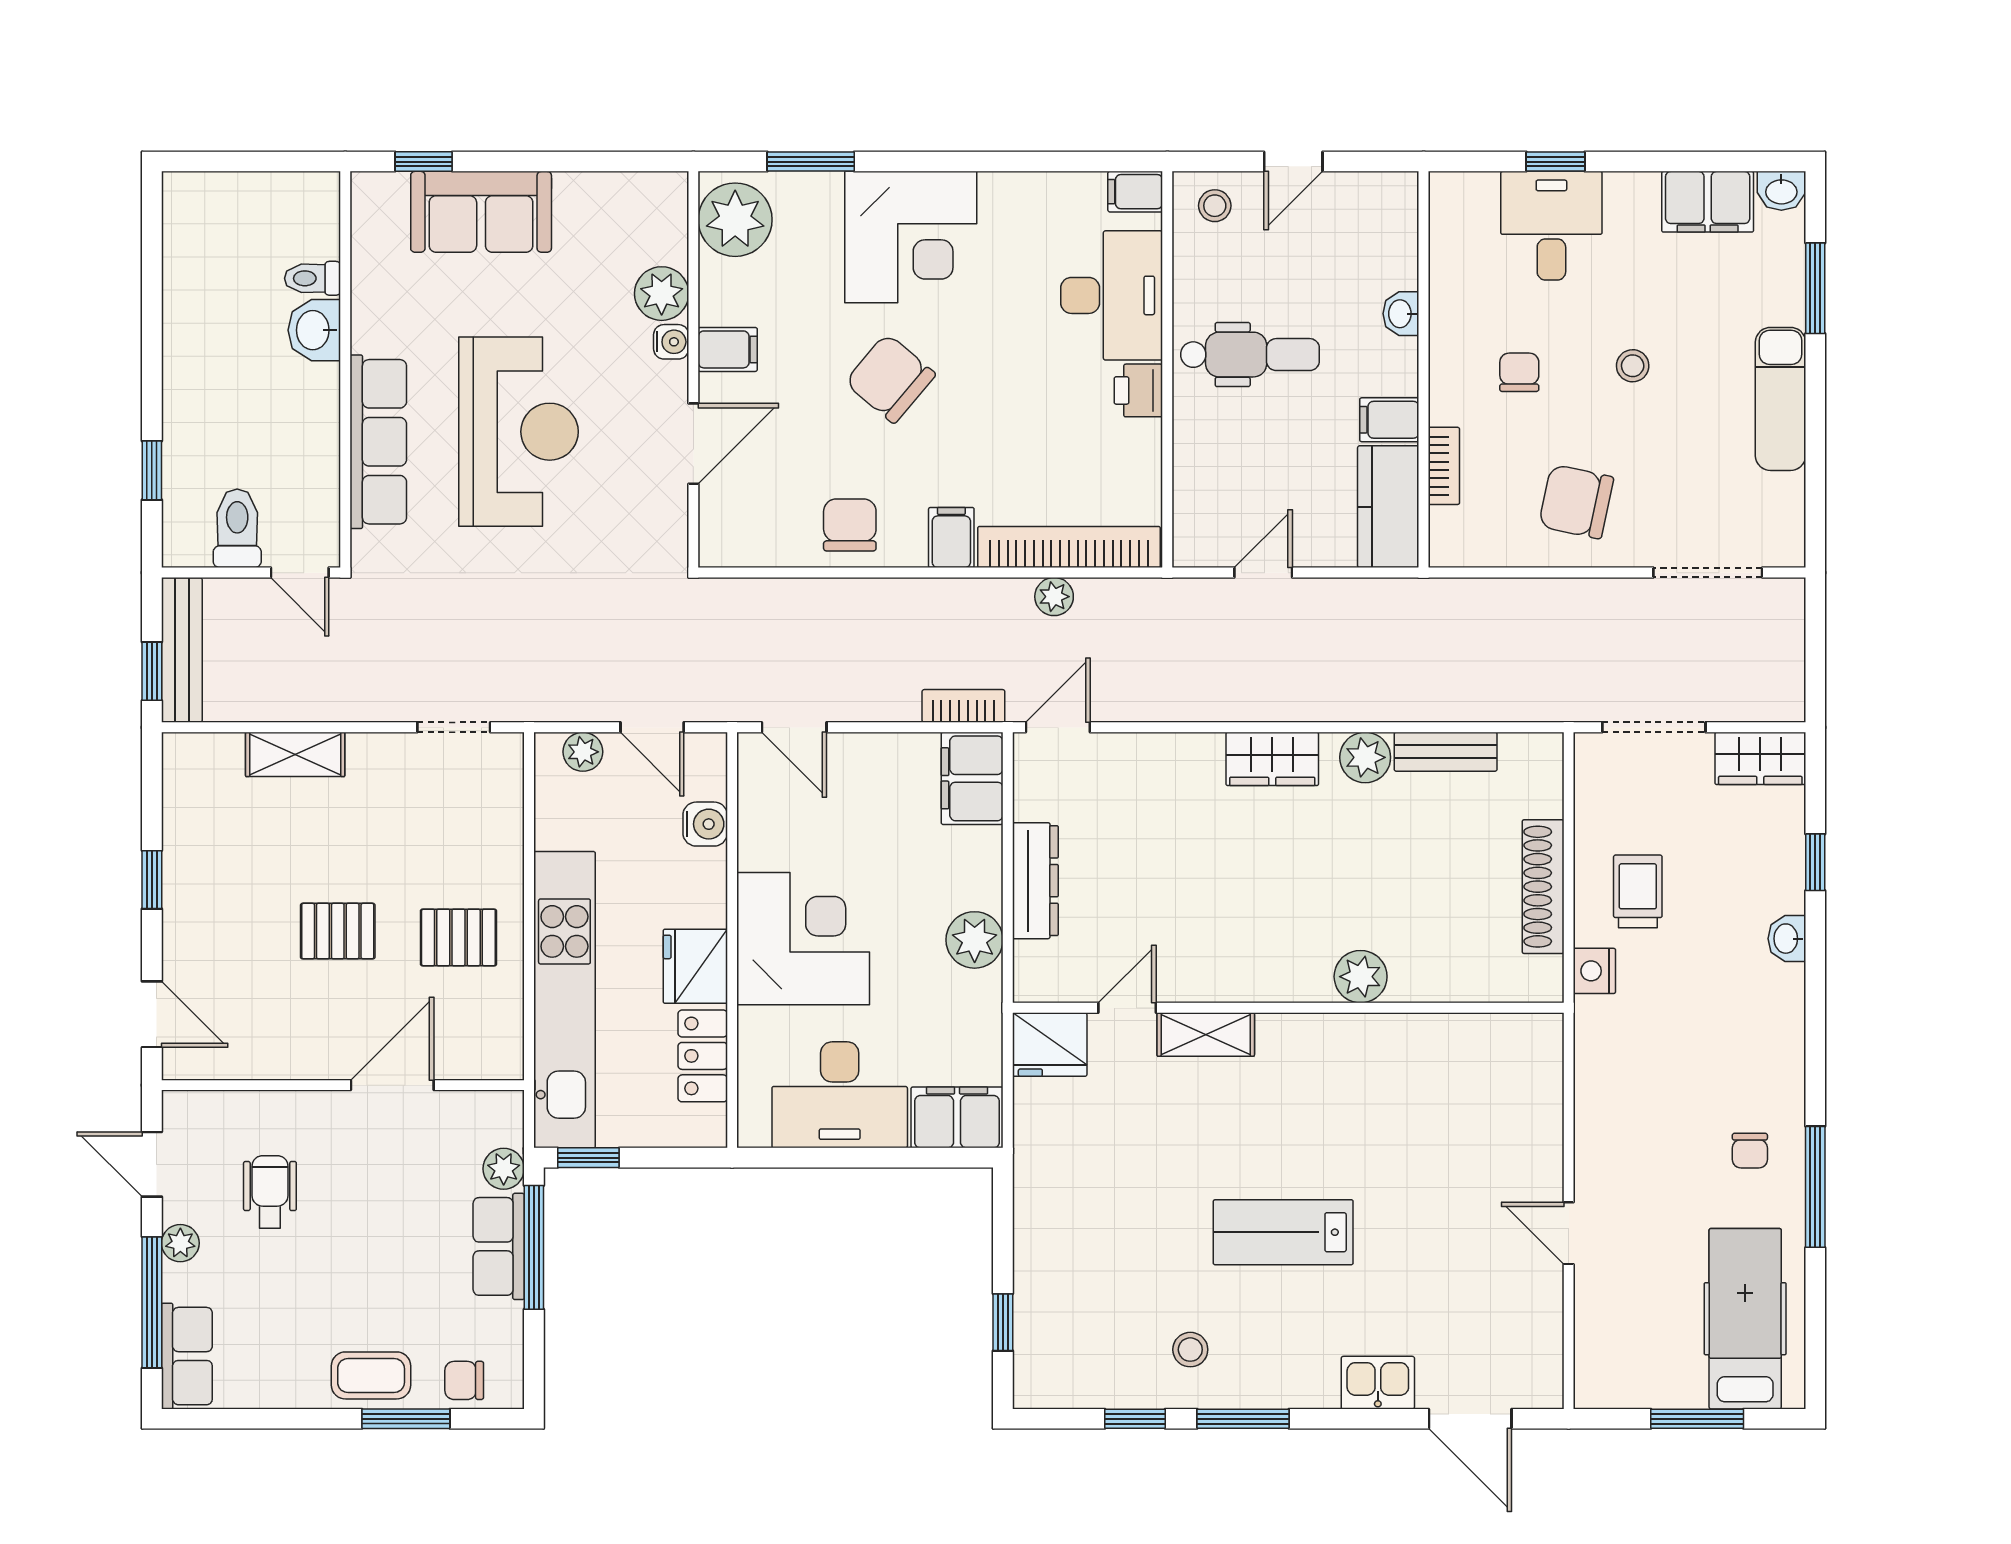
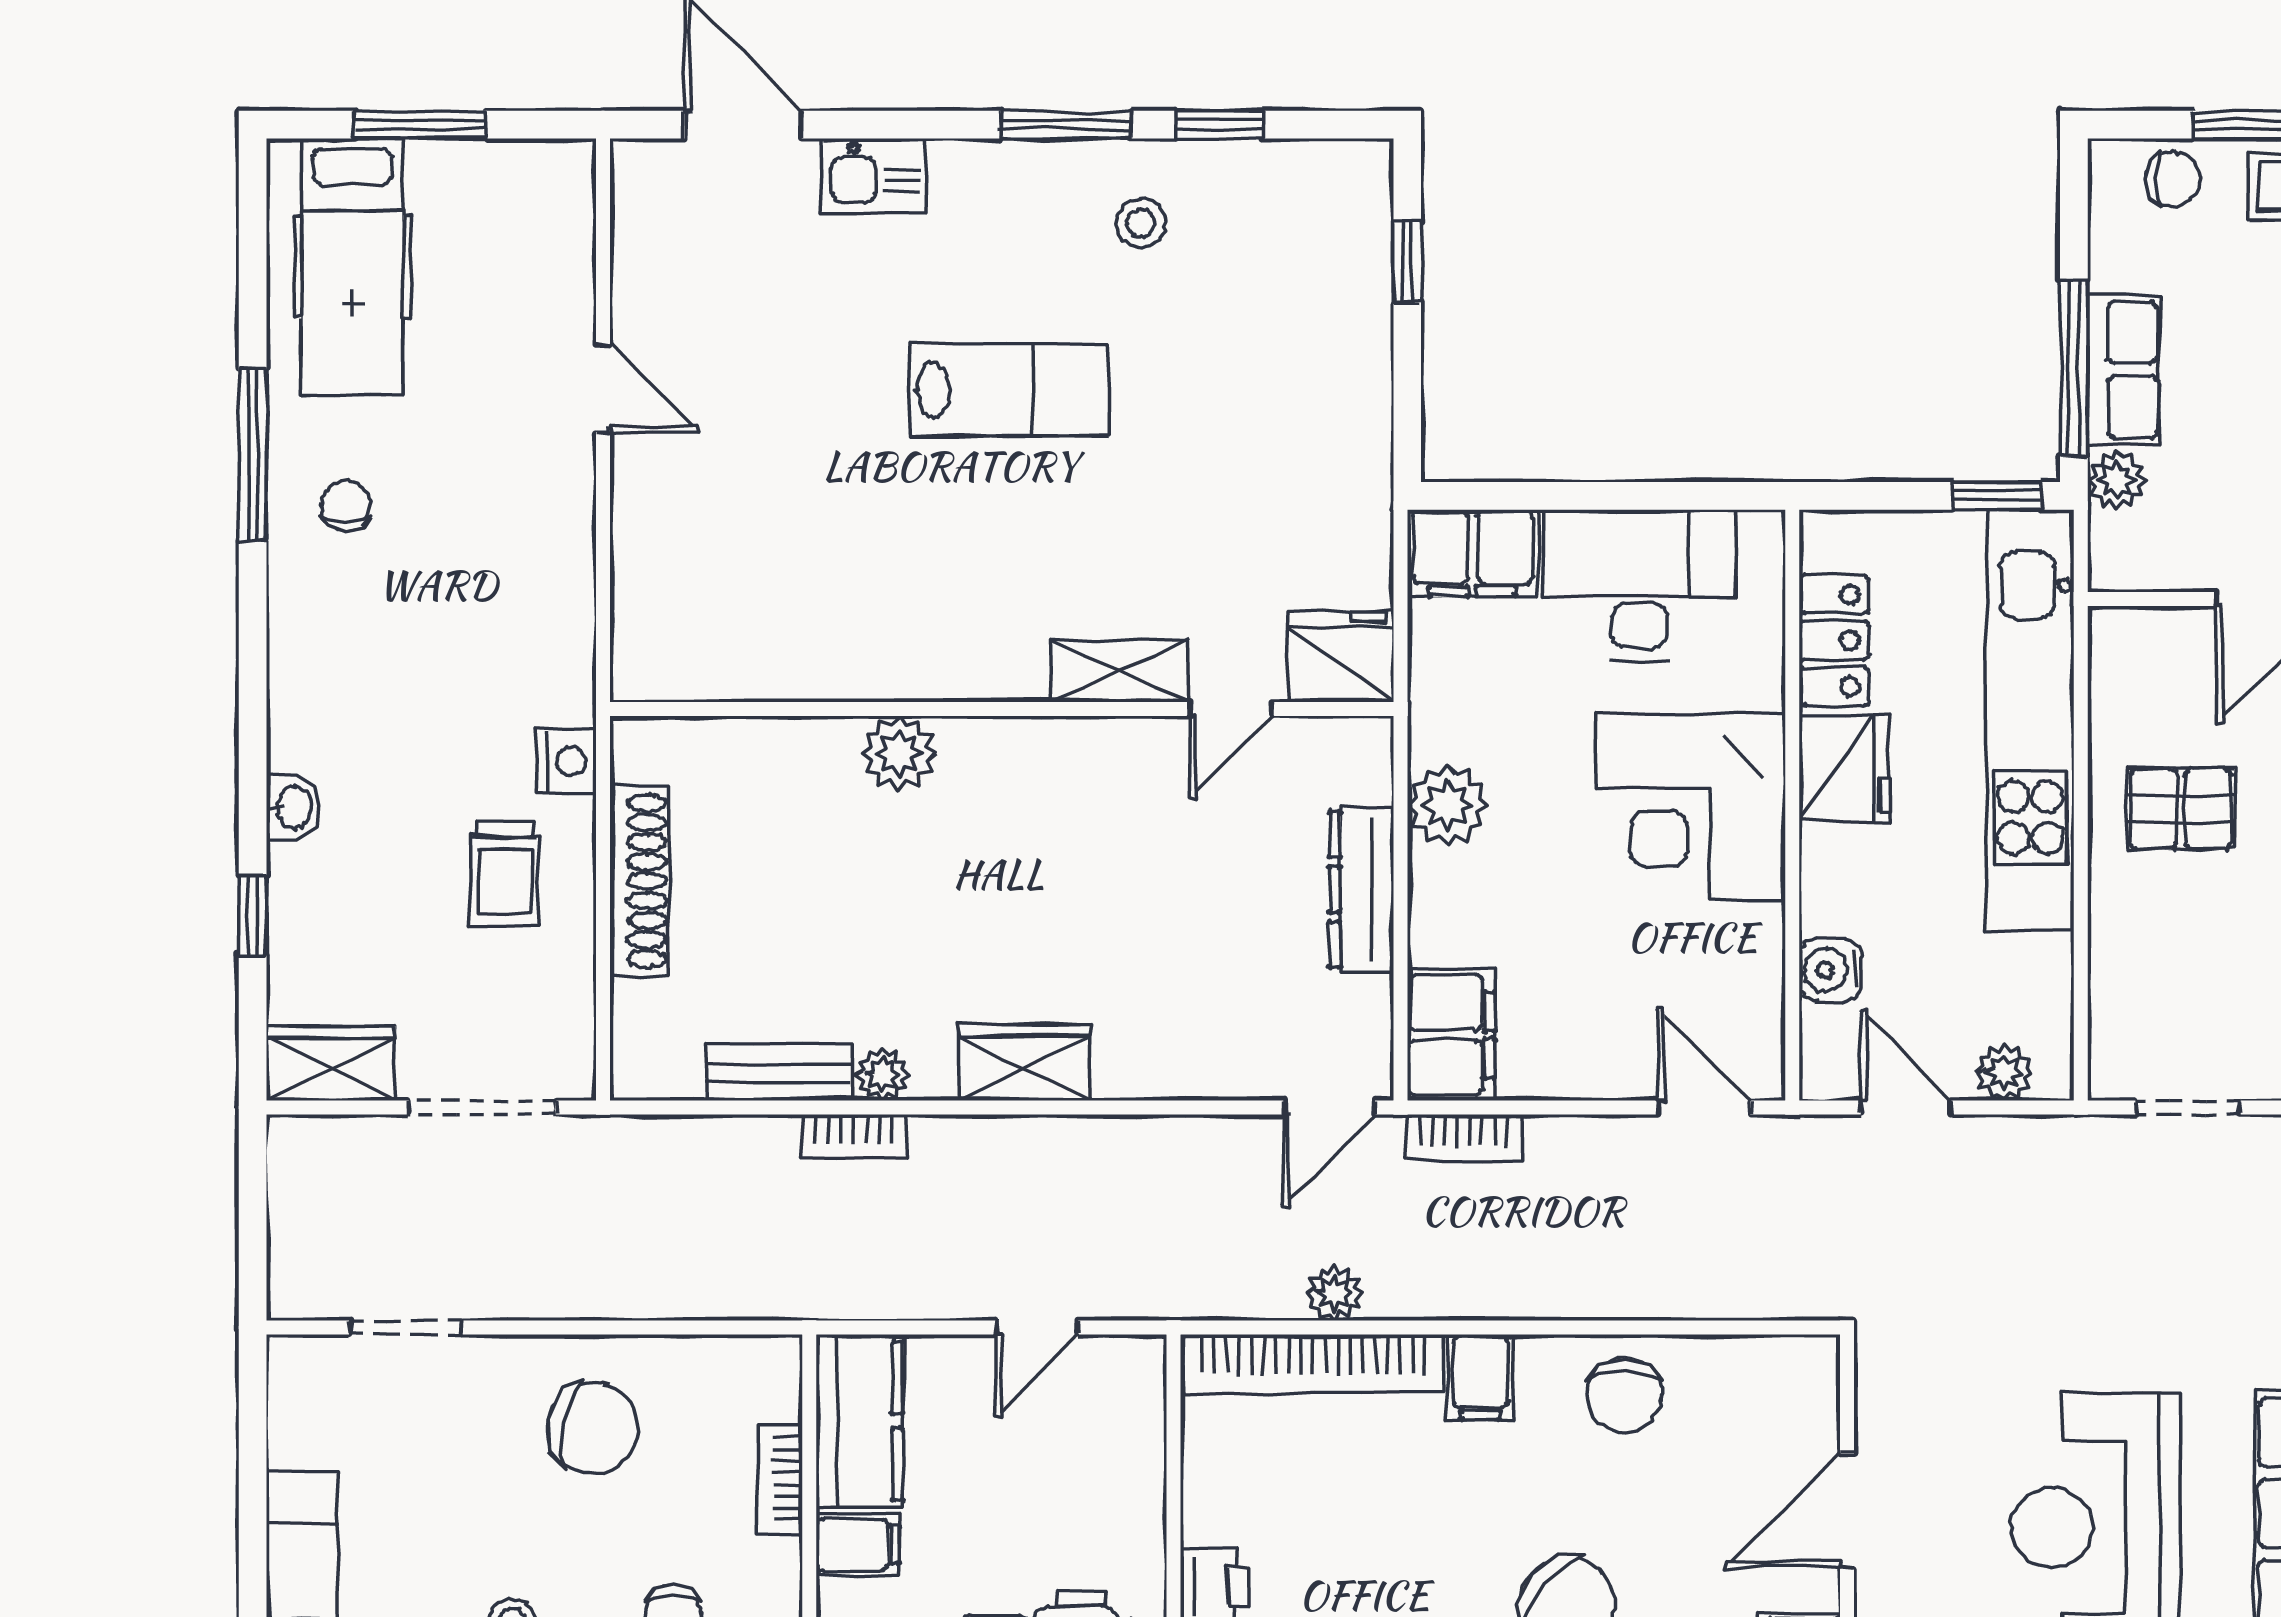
doorway: (1708, 573) -> (405, 1327), width x0.73
bookcase: (1392, 707) -> (854, 1136), added
plant: (1365, 757) -> (883, 1074), width x0.73, depth x0.73

